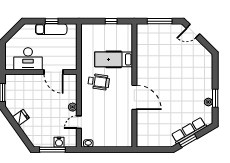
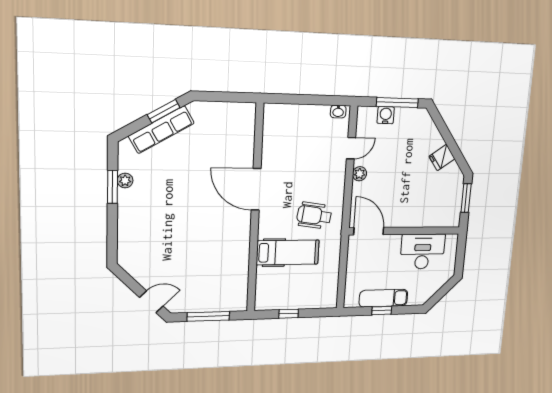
door: (54, 72) -> (369, 231), moved

